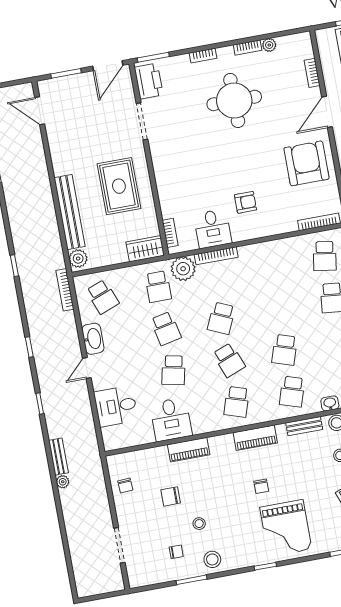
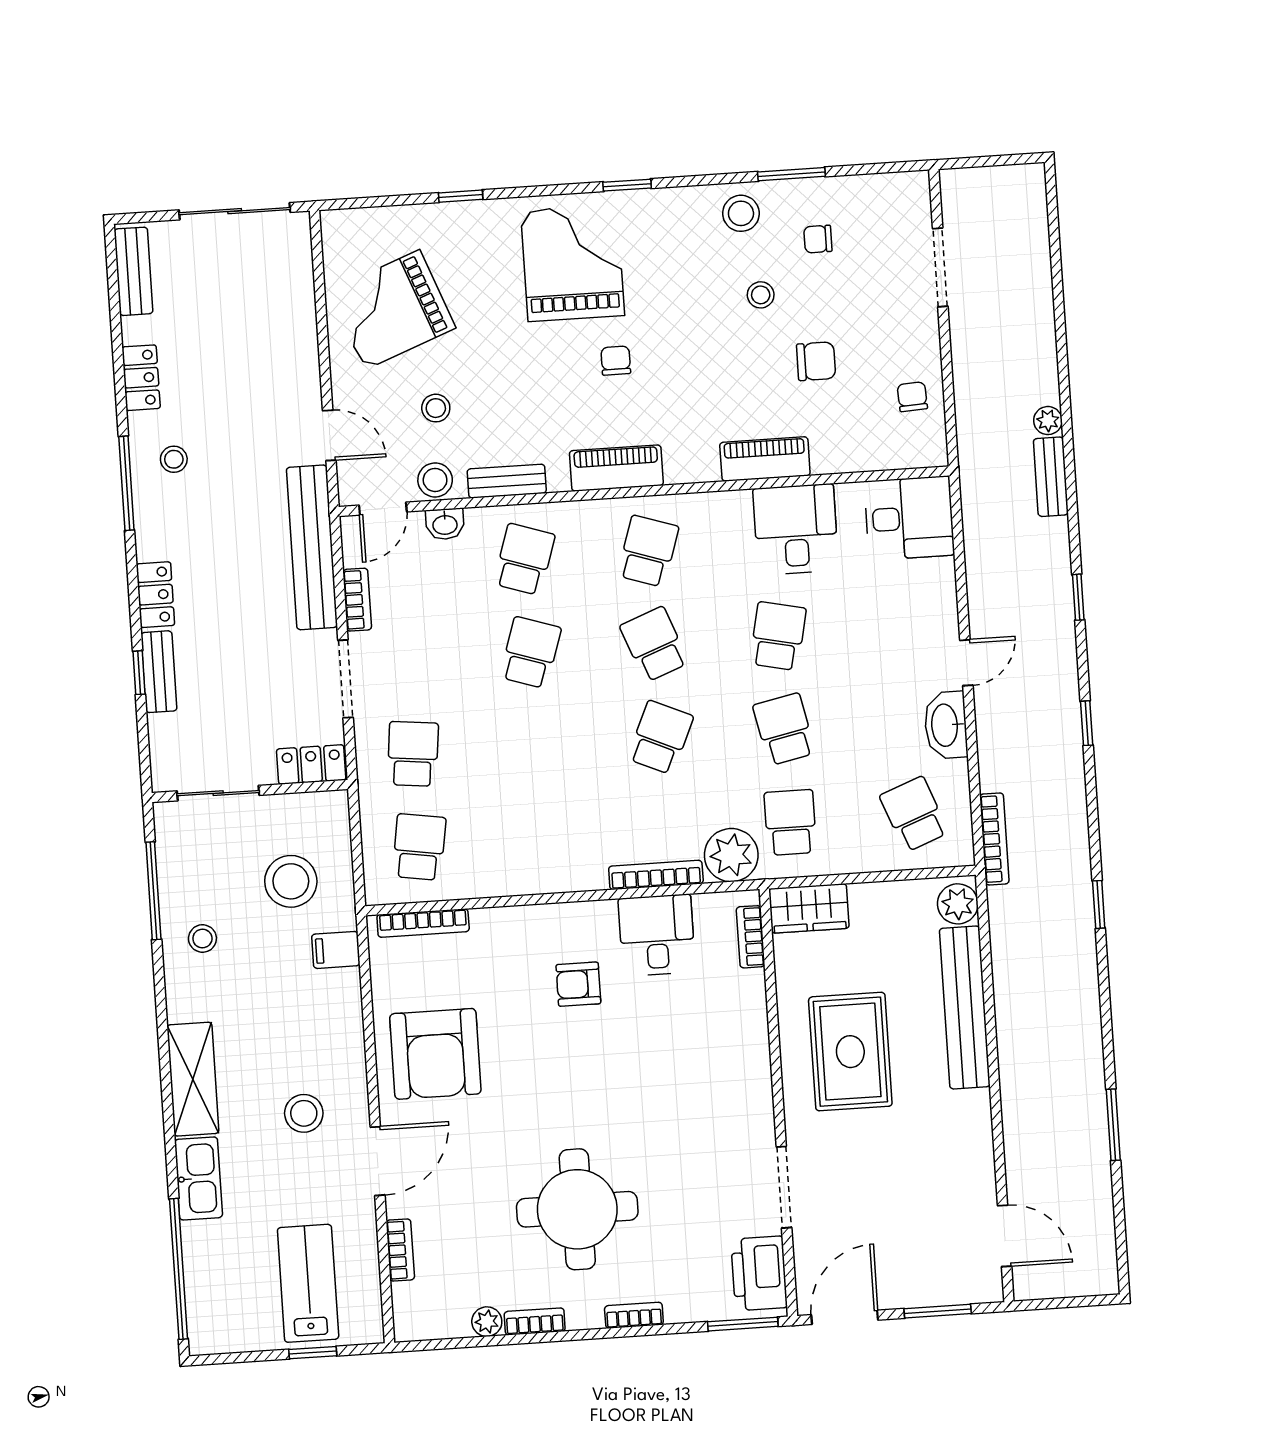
desk: (116, 406) -> (909, 518), moved

